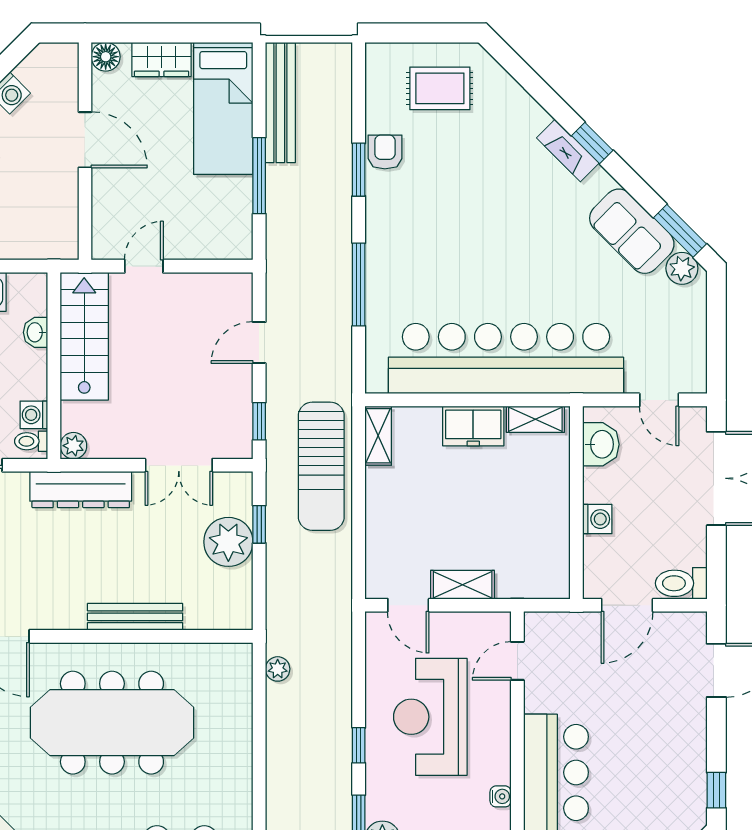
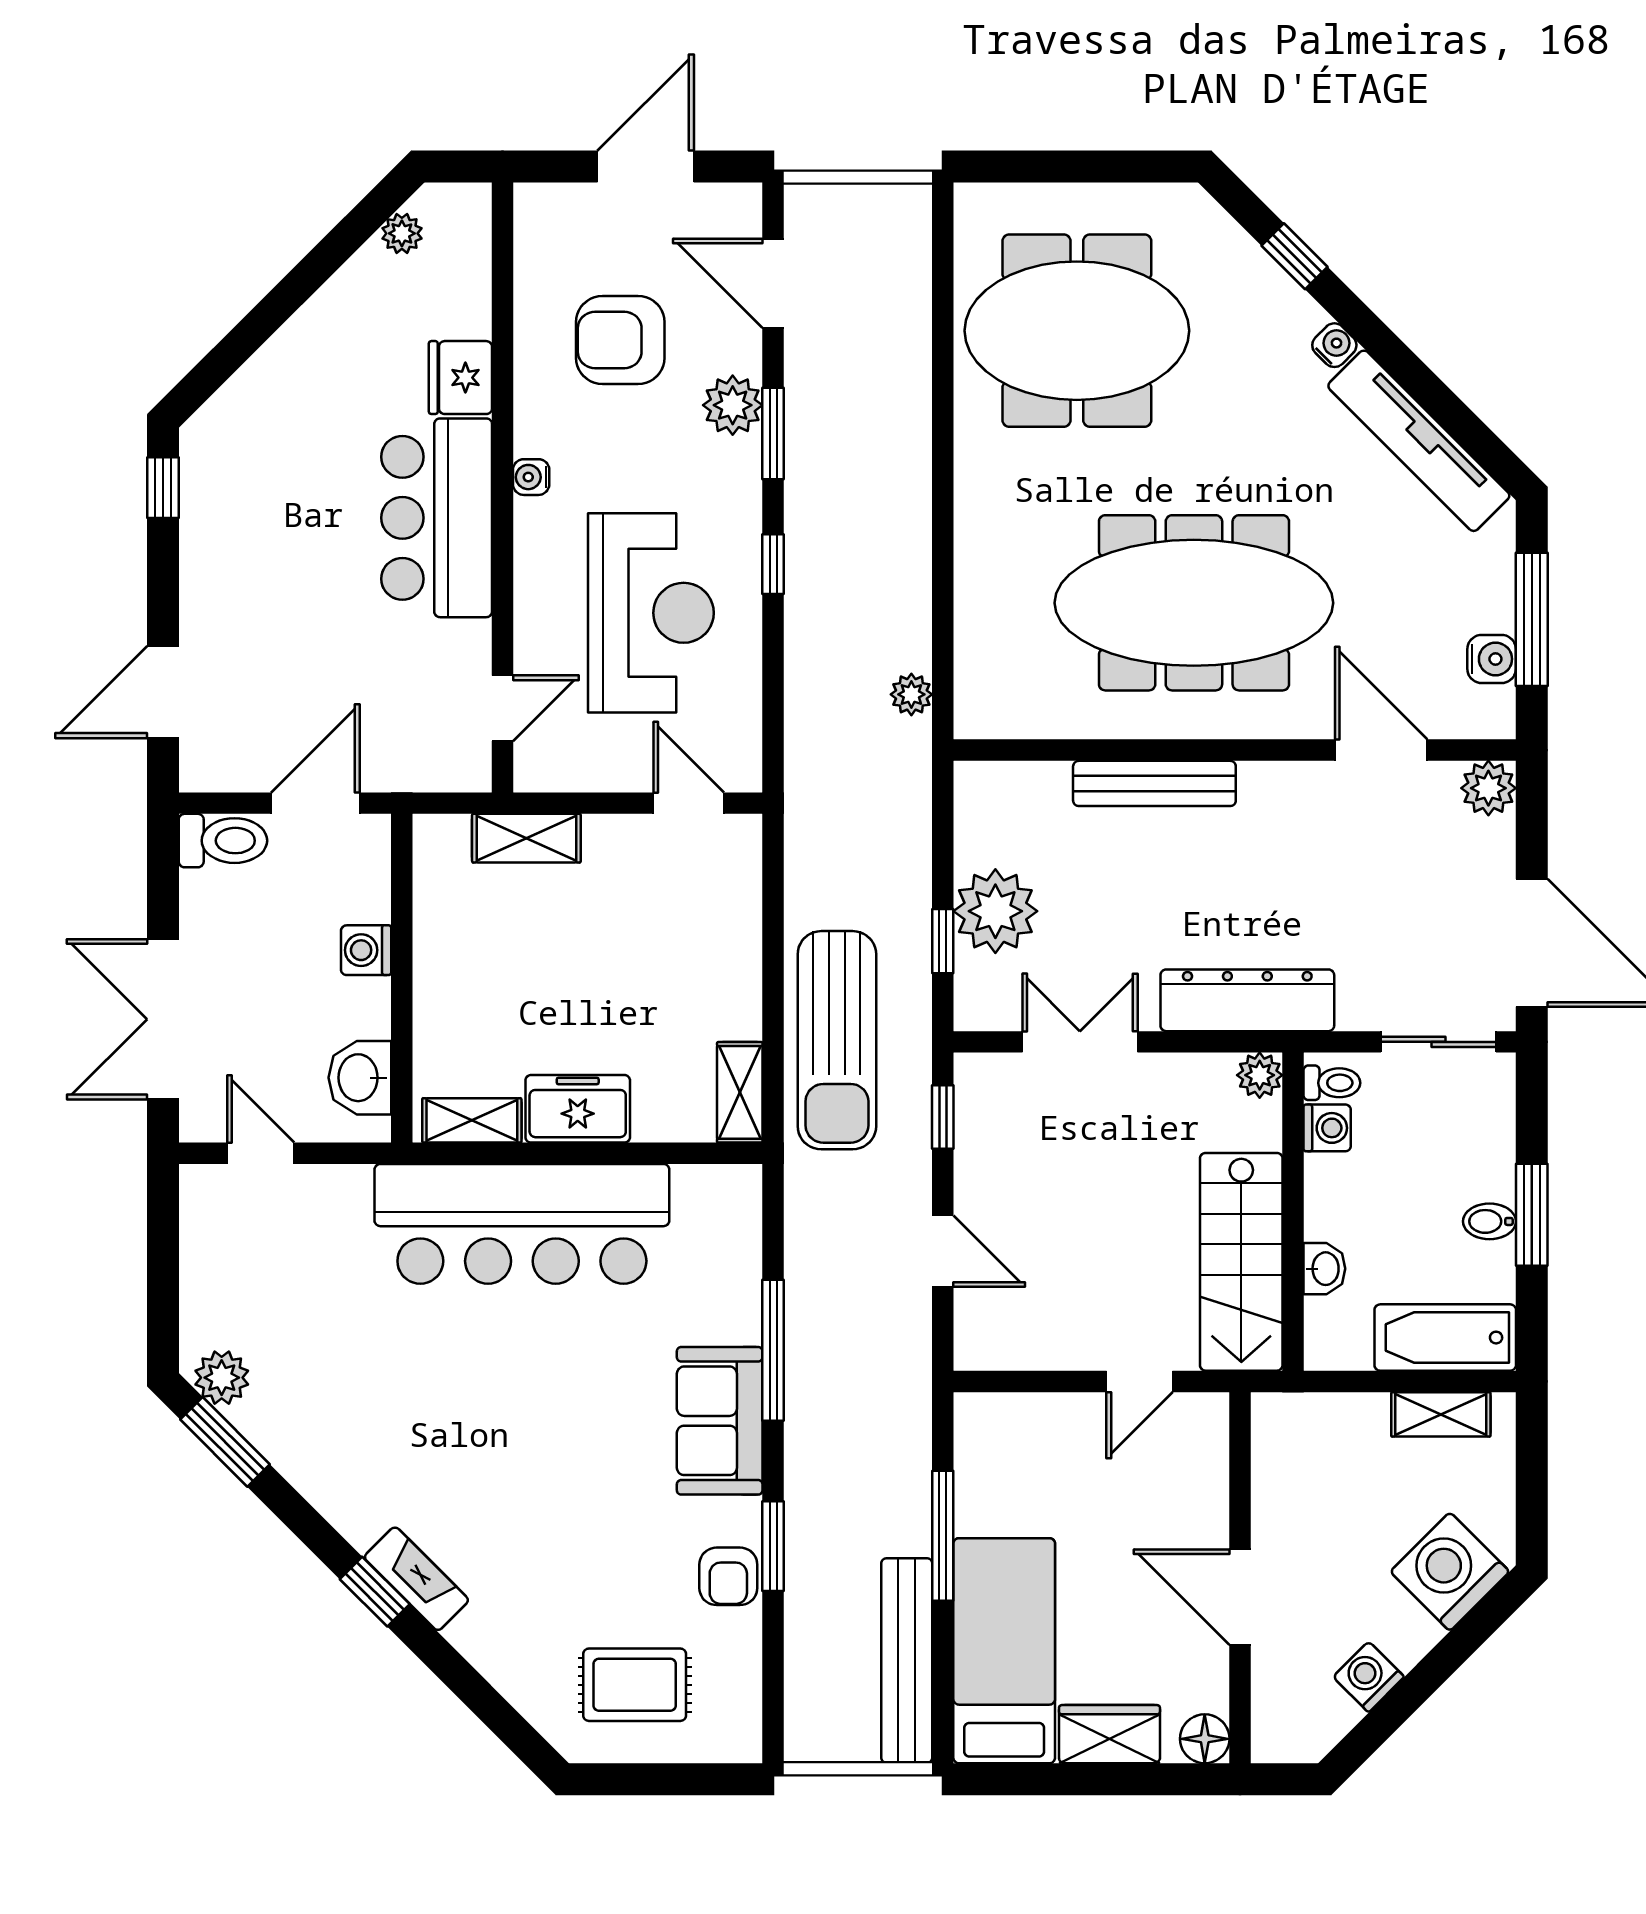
sofa: (632, 231) -> (720, 1421), moved, turned -135
door: (259, 343) -> (943, 1251), hinge flipped
bar counter: (506, 359) -> (522, 1224), width x0.73
sun lounger: (321, 466) -> (837, 1040), turned 180
shelving: (463, 585) -> (526, 838), moved

